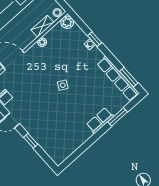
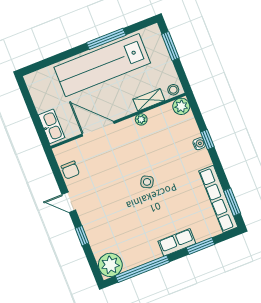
window: (82, 148) -> (142, 269), added
plant: (58, 154) -> (110, 265), added

